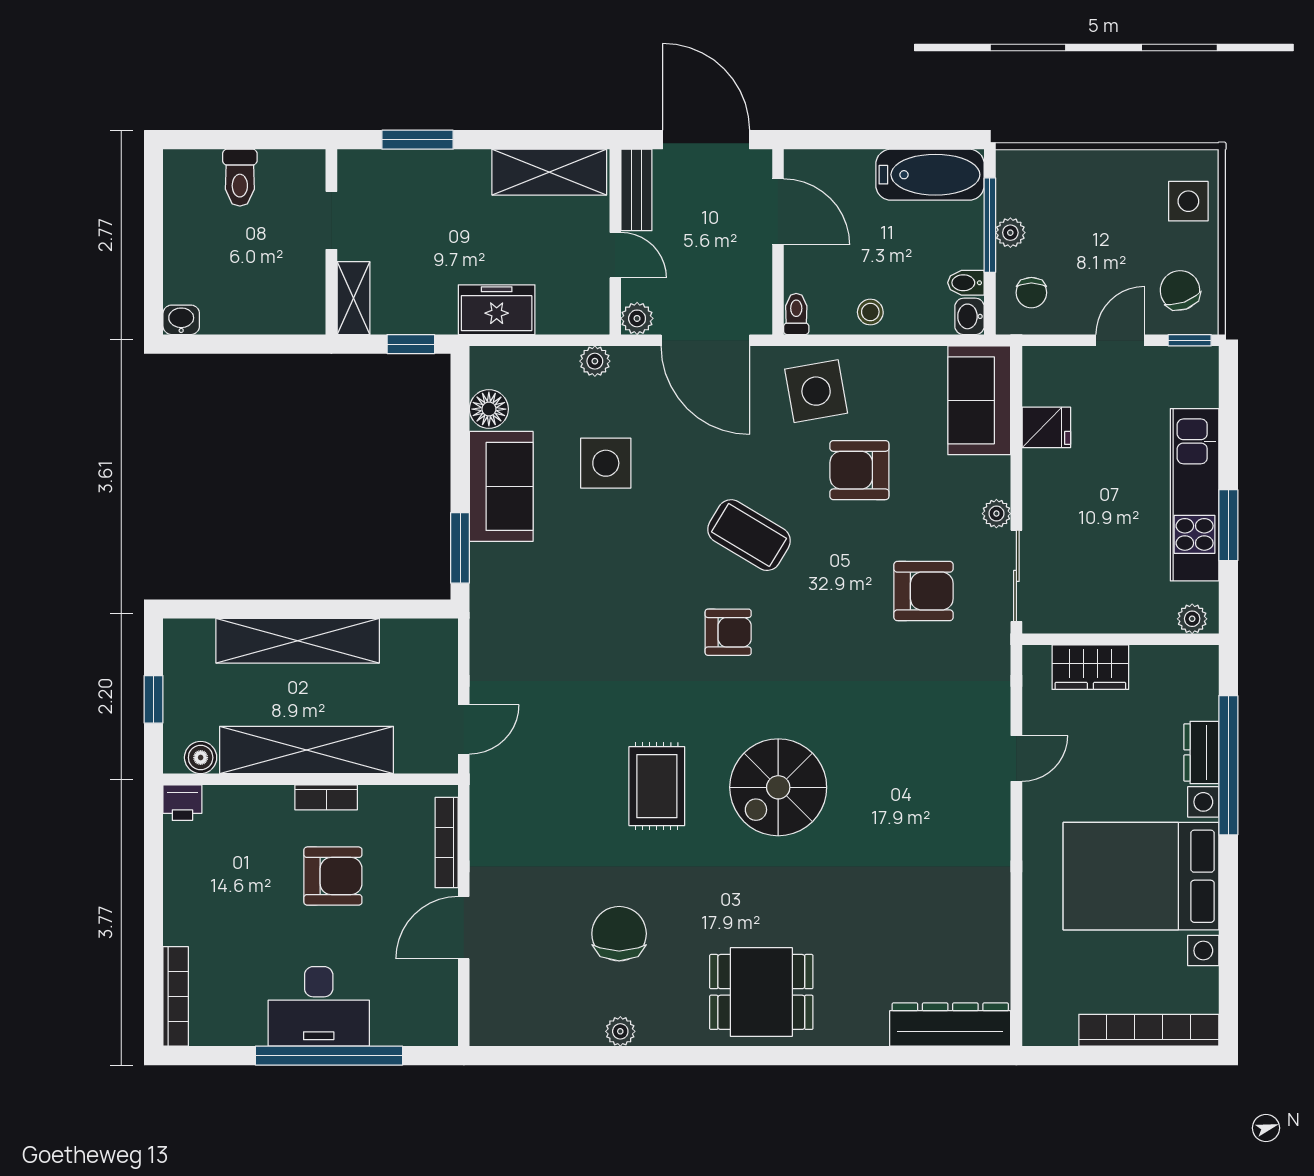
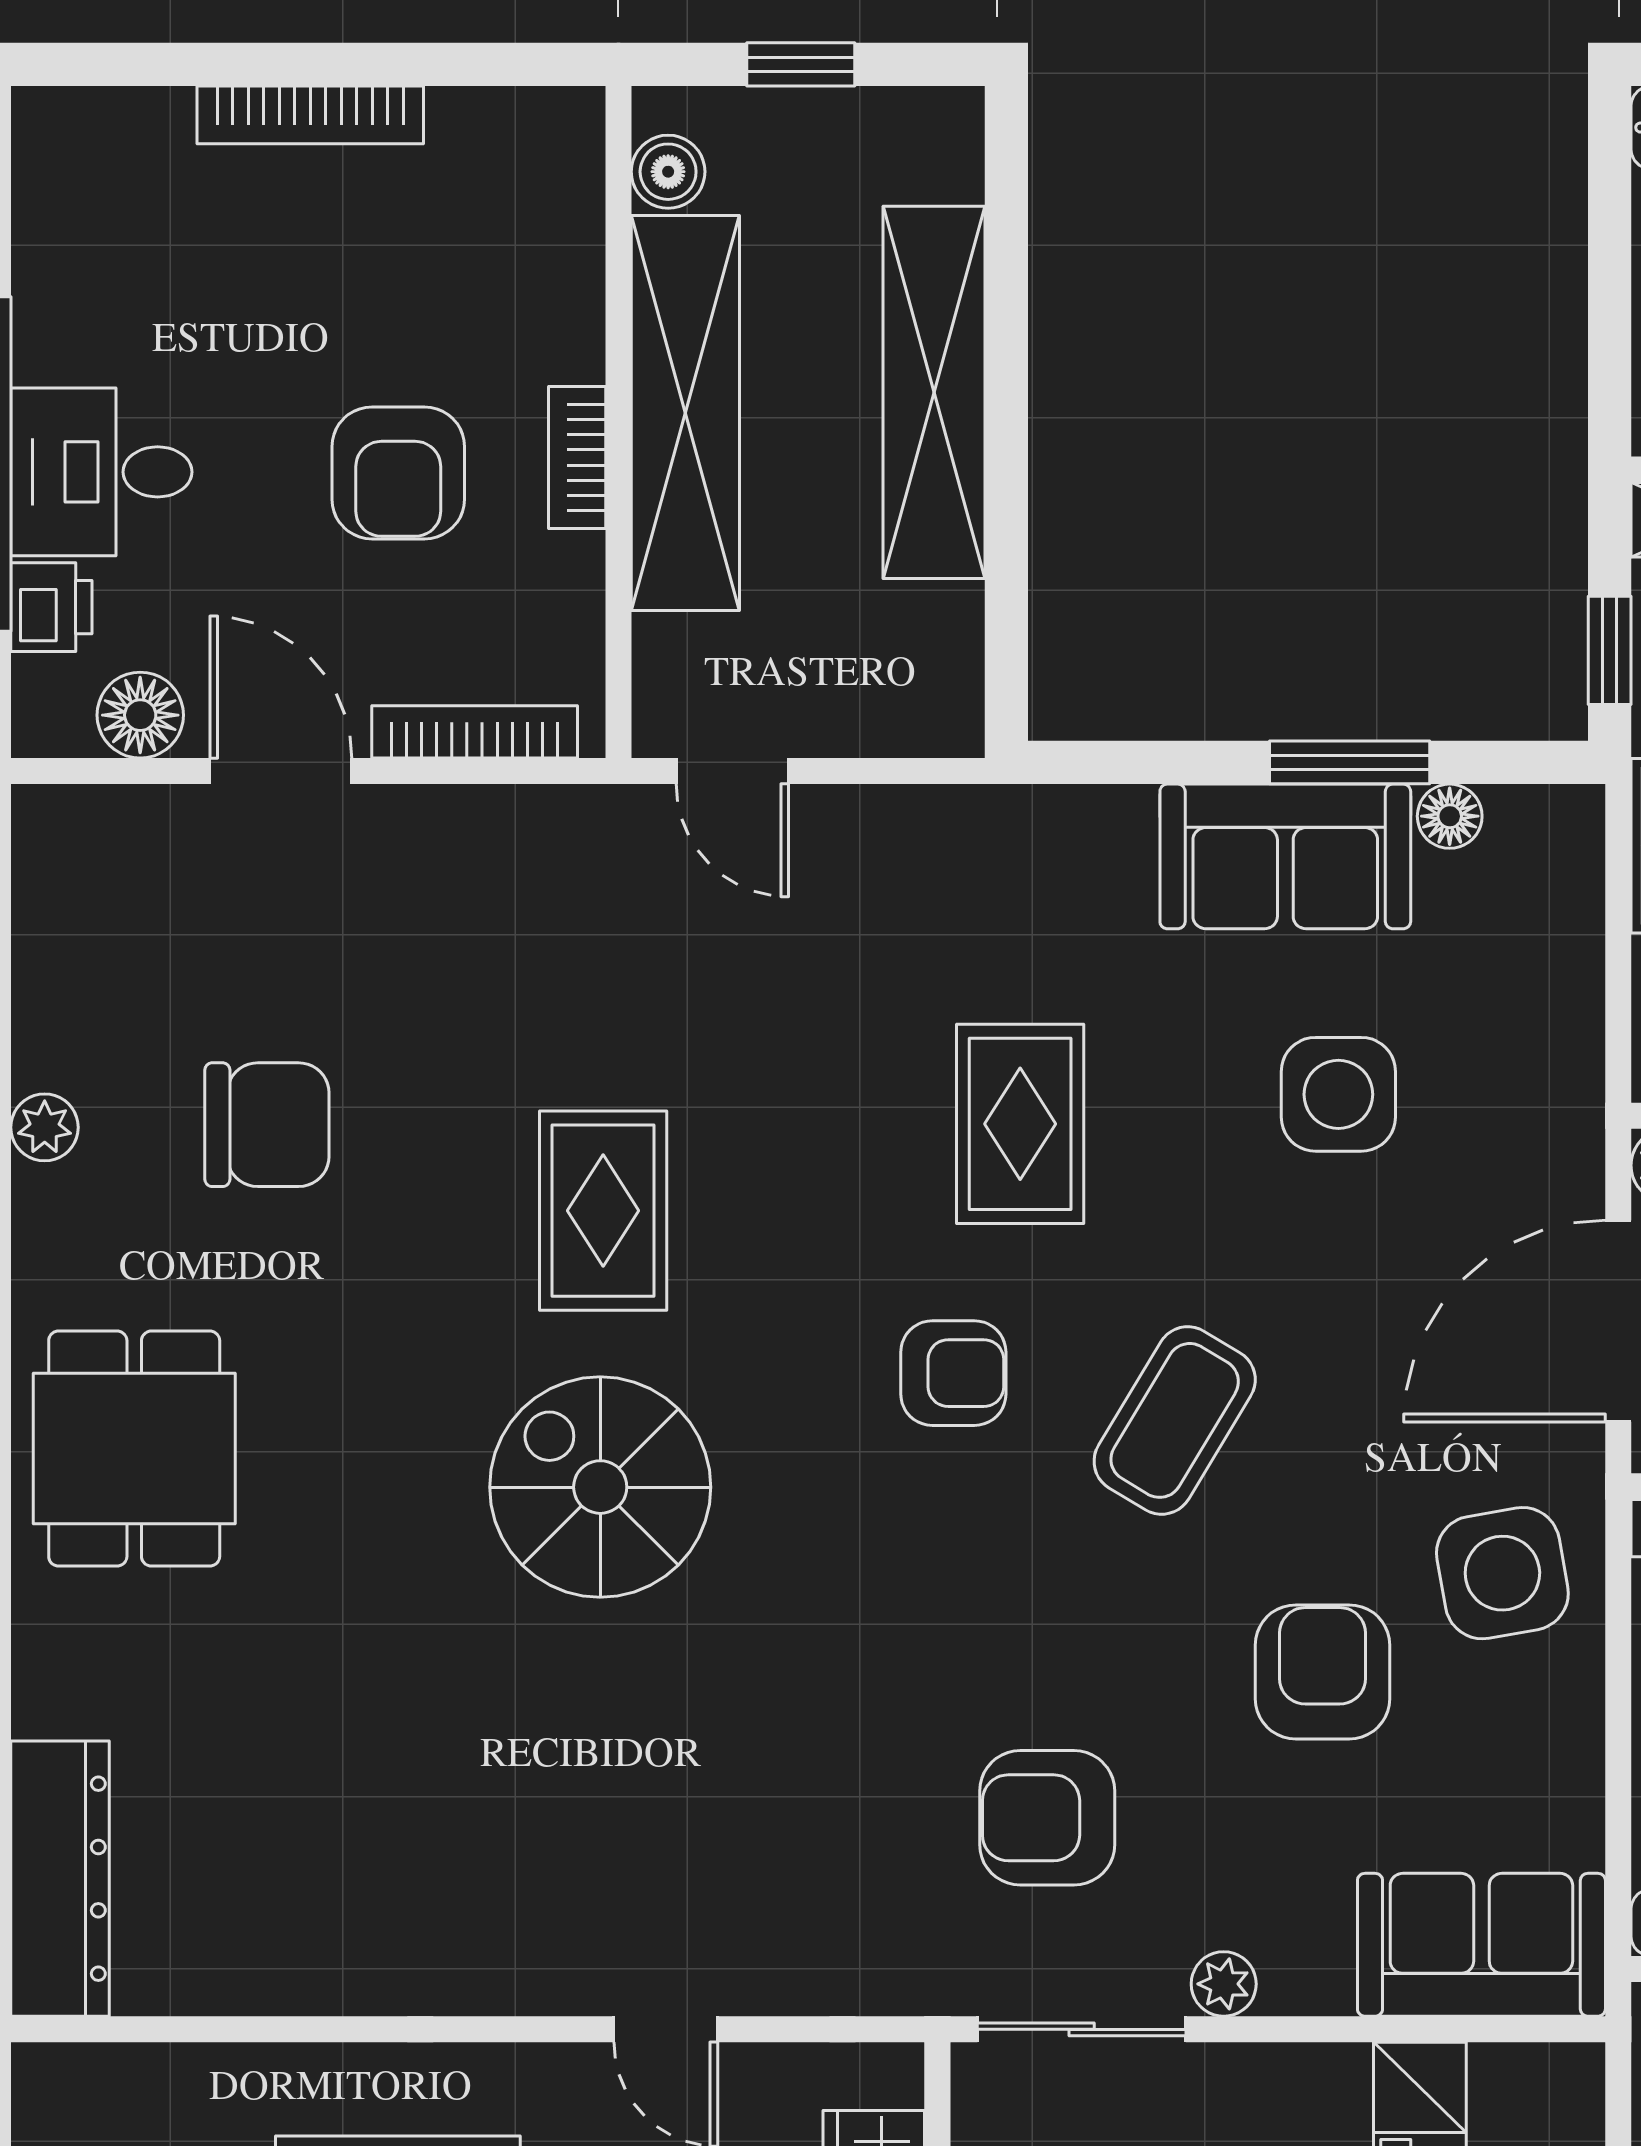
plant: (595, 361) -> (1571, 1069), removed
floor lamp: (489, 409) -> (1450, 816), width x0.73, depth x0.73
window: (460, 548) -> (1350, 762), moved
armchair: (923, 591) -> (1047, 1818), turned 90
rug: (619, 603) -> (1020, 1124), added
armchair: (728, 632) -> (953, 1373), turned -90
rug: (657, 786) -> (603, 1211), turned 90
printer: (182, 803) -> (51, 607), moved, turned 180
floor lamp: (439, 989) -> (140, 715), added
bookcase: (176, 996) -> (310, 115), moved
desk: (319, 1006) -> (101, 472), width x0.73

